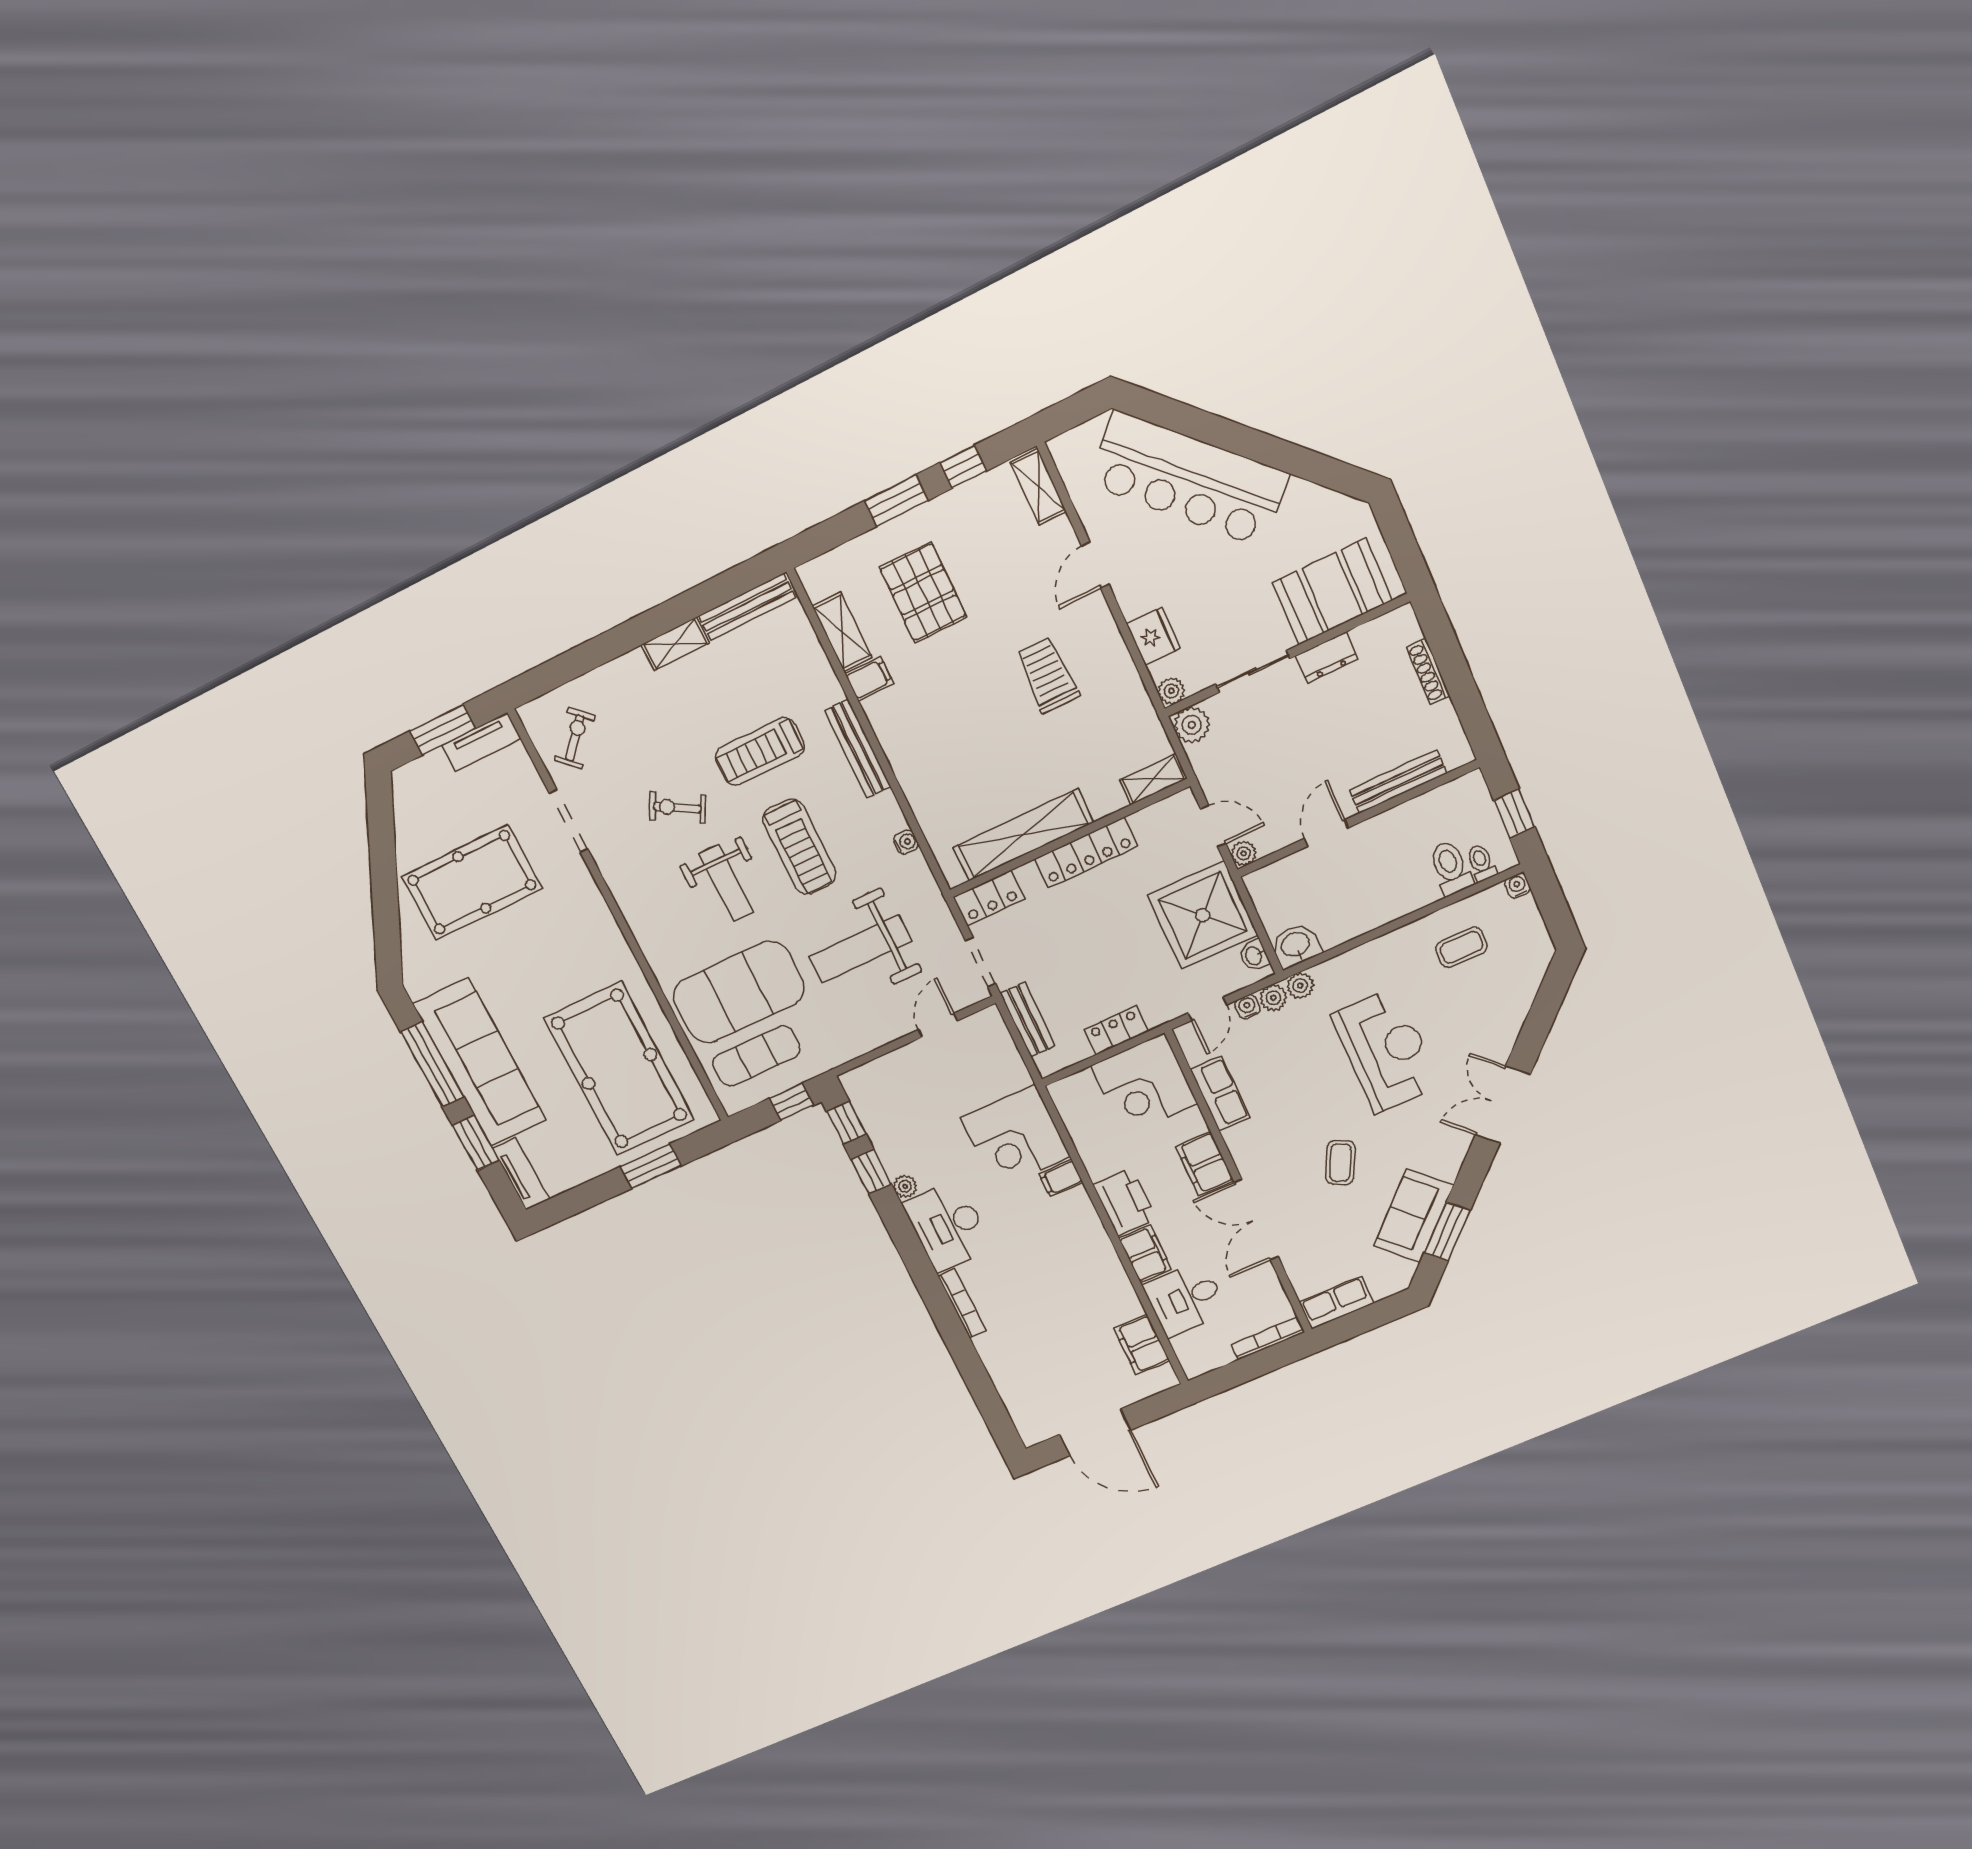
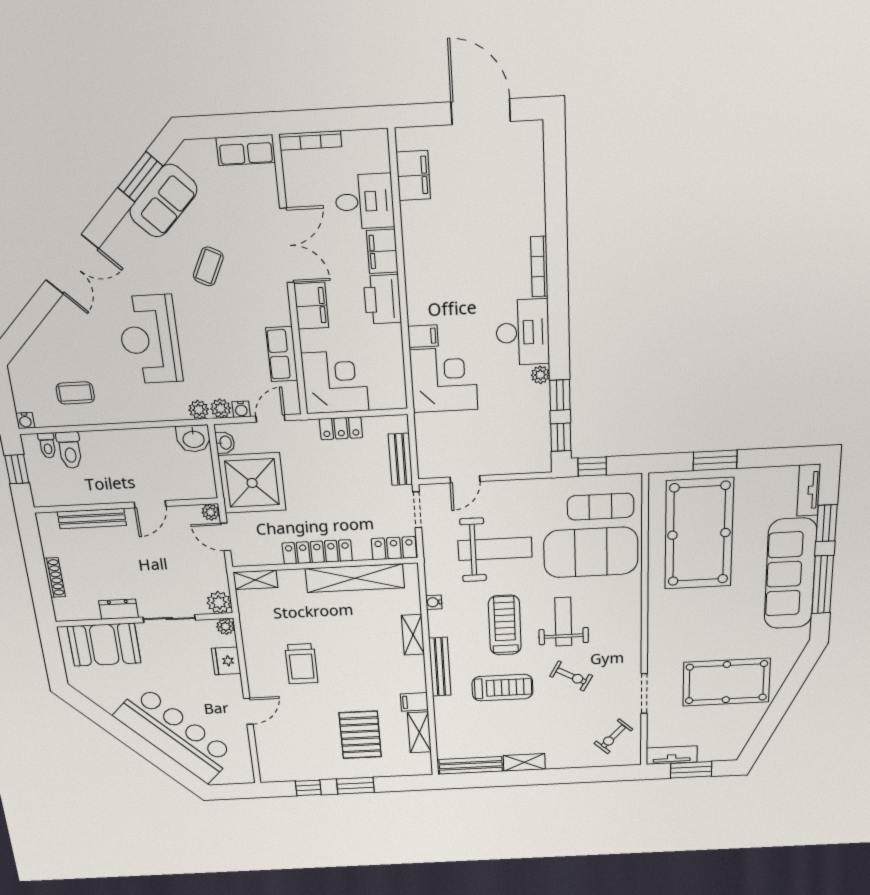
shelving: (1039, 487) -> (413, 635), moved

